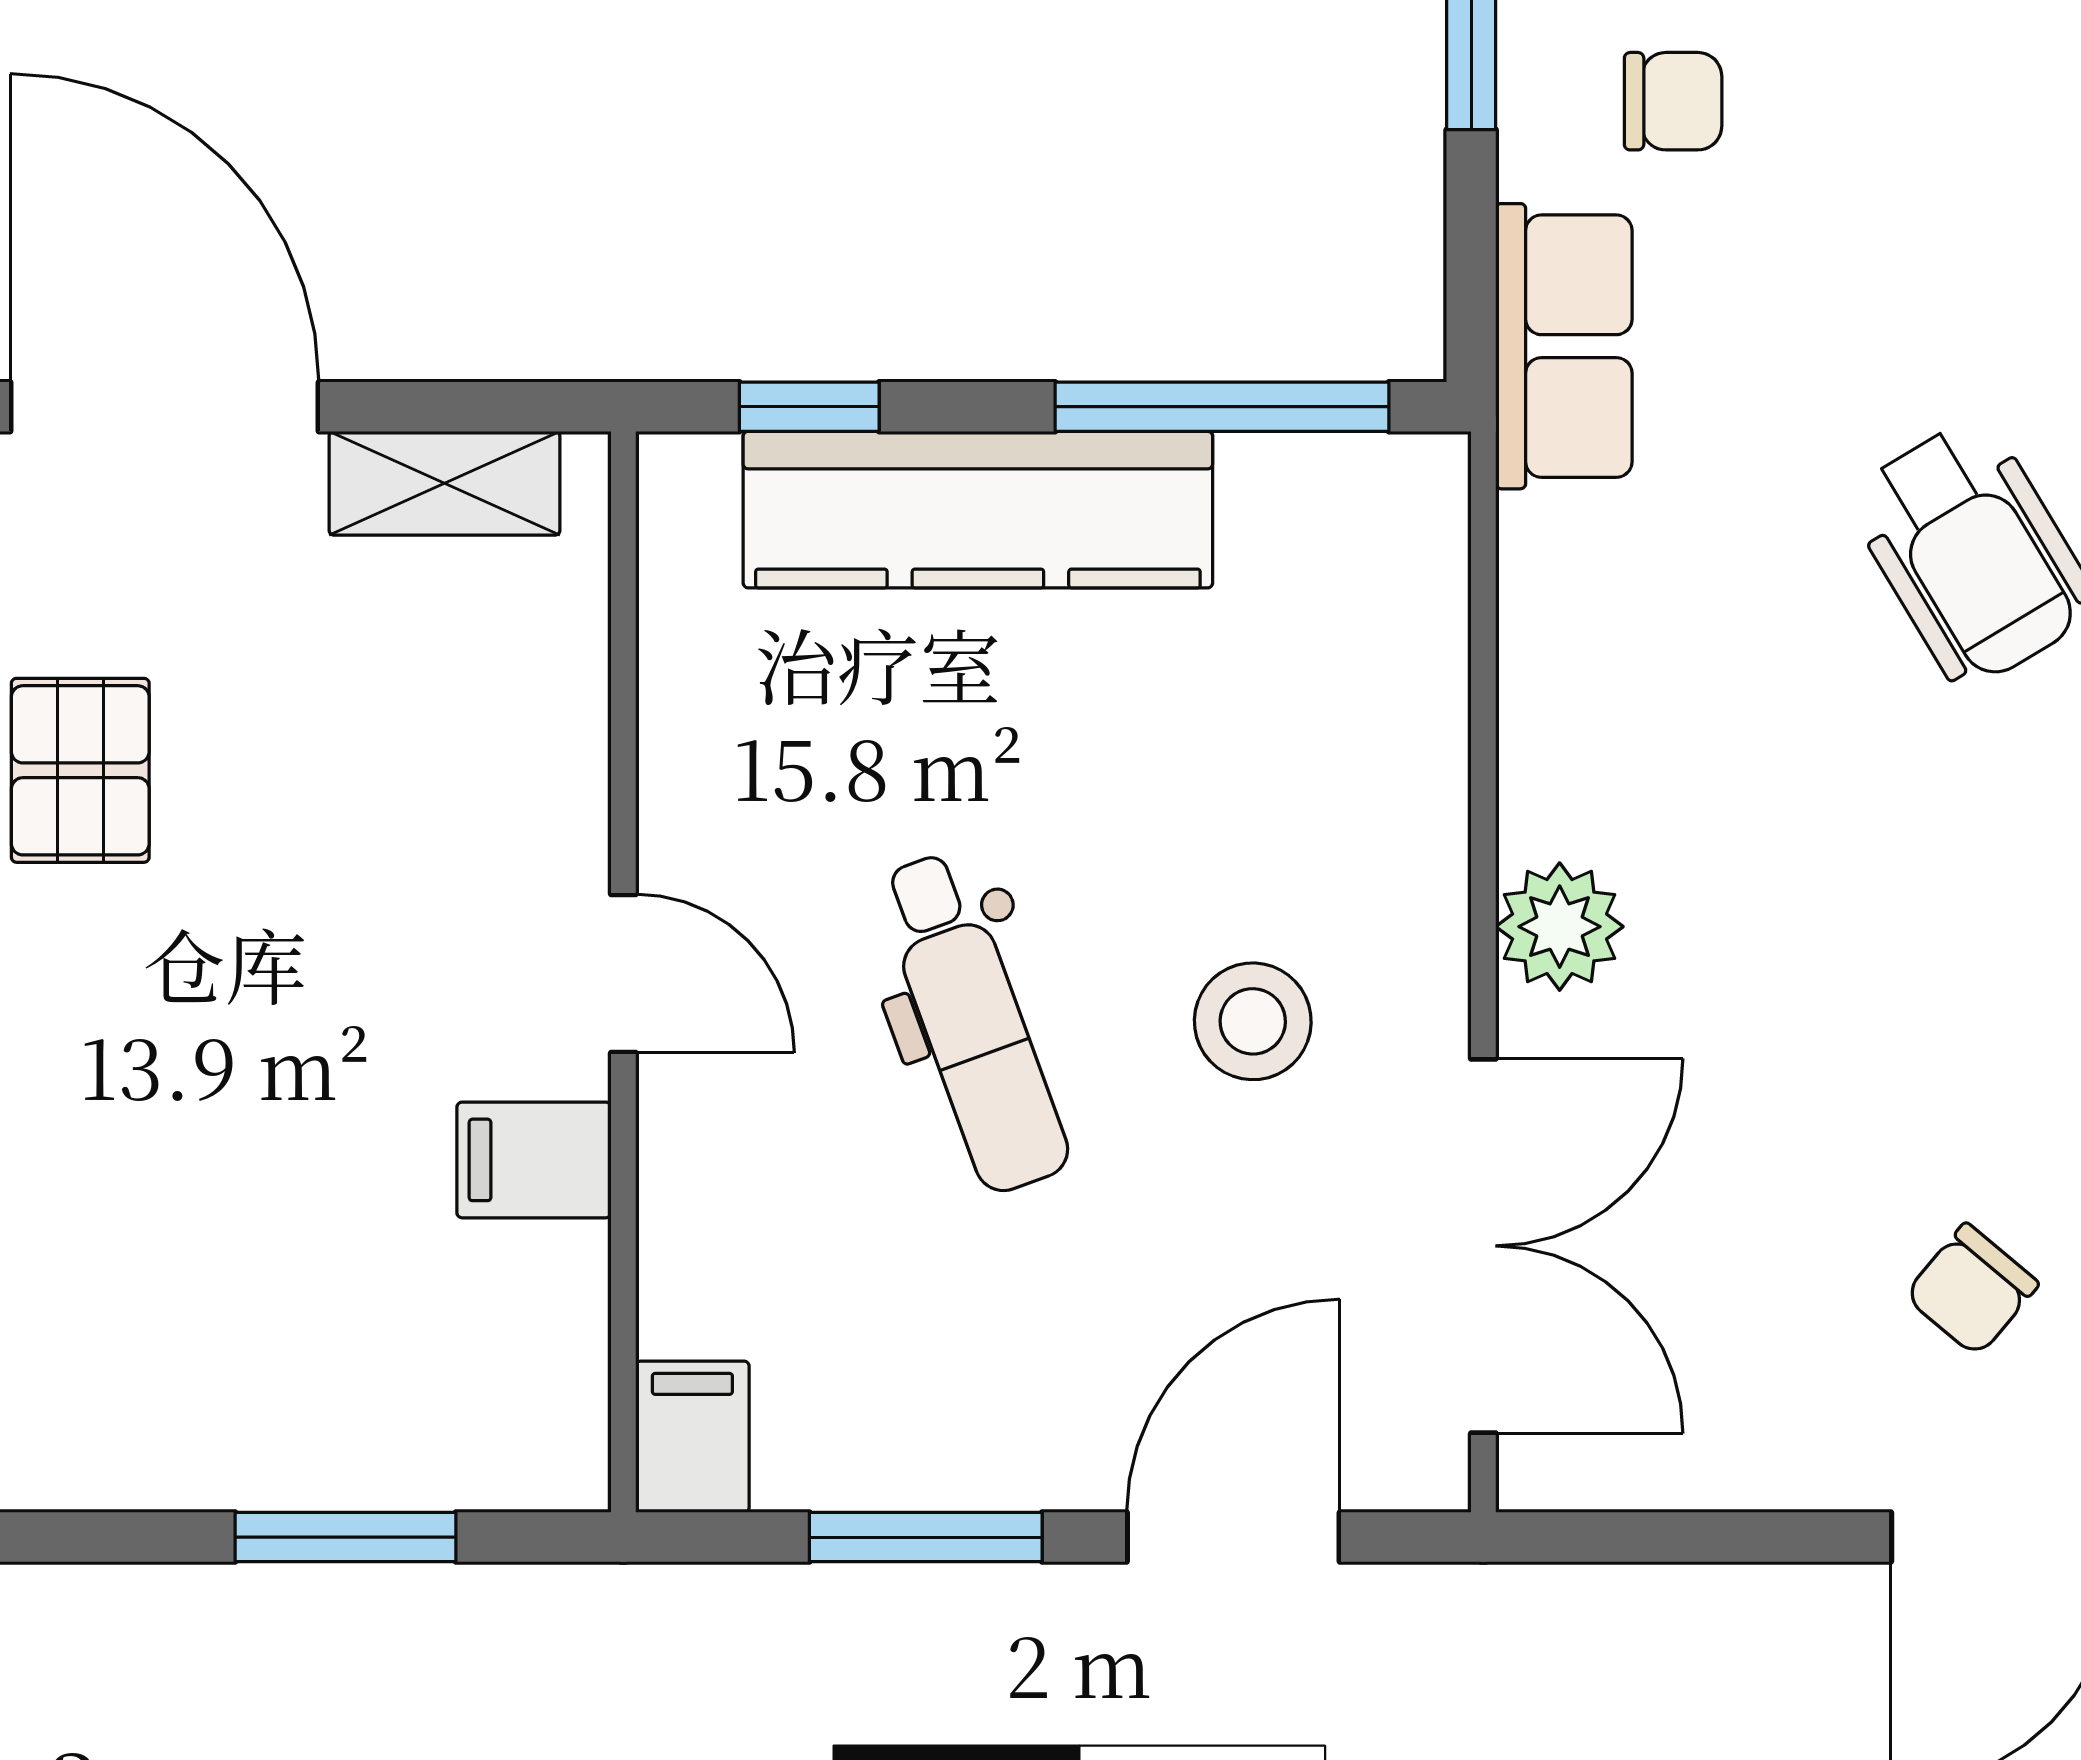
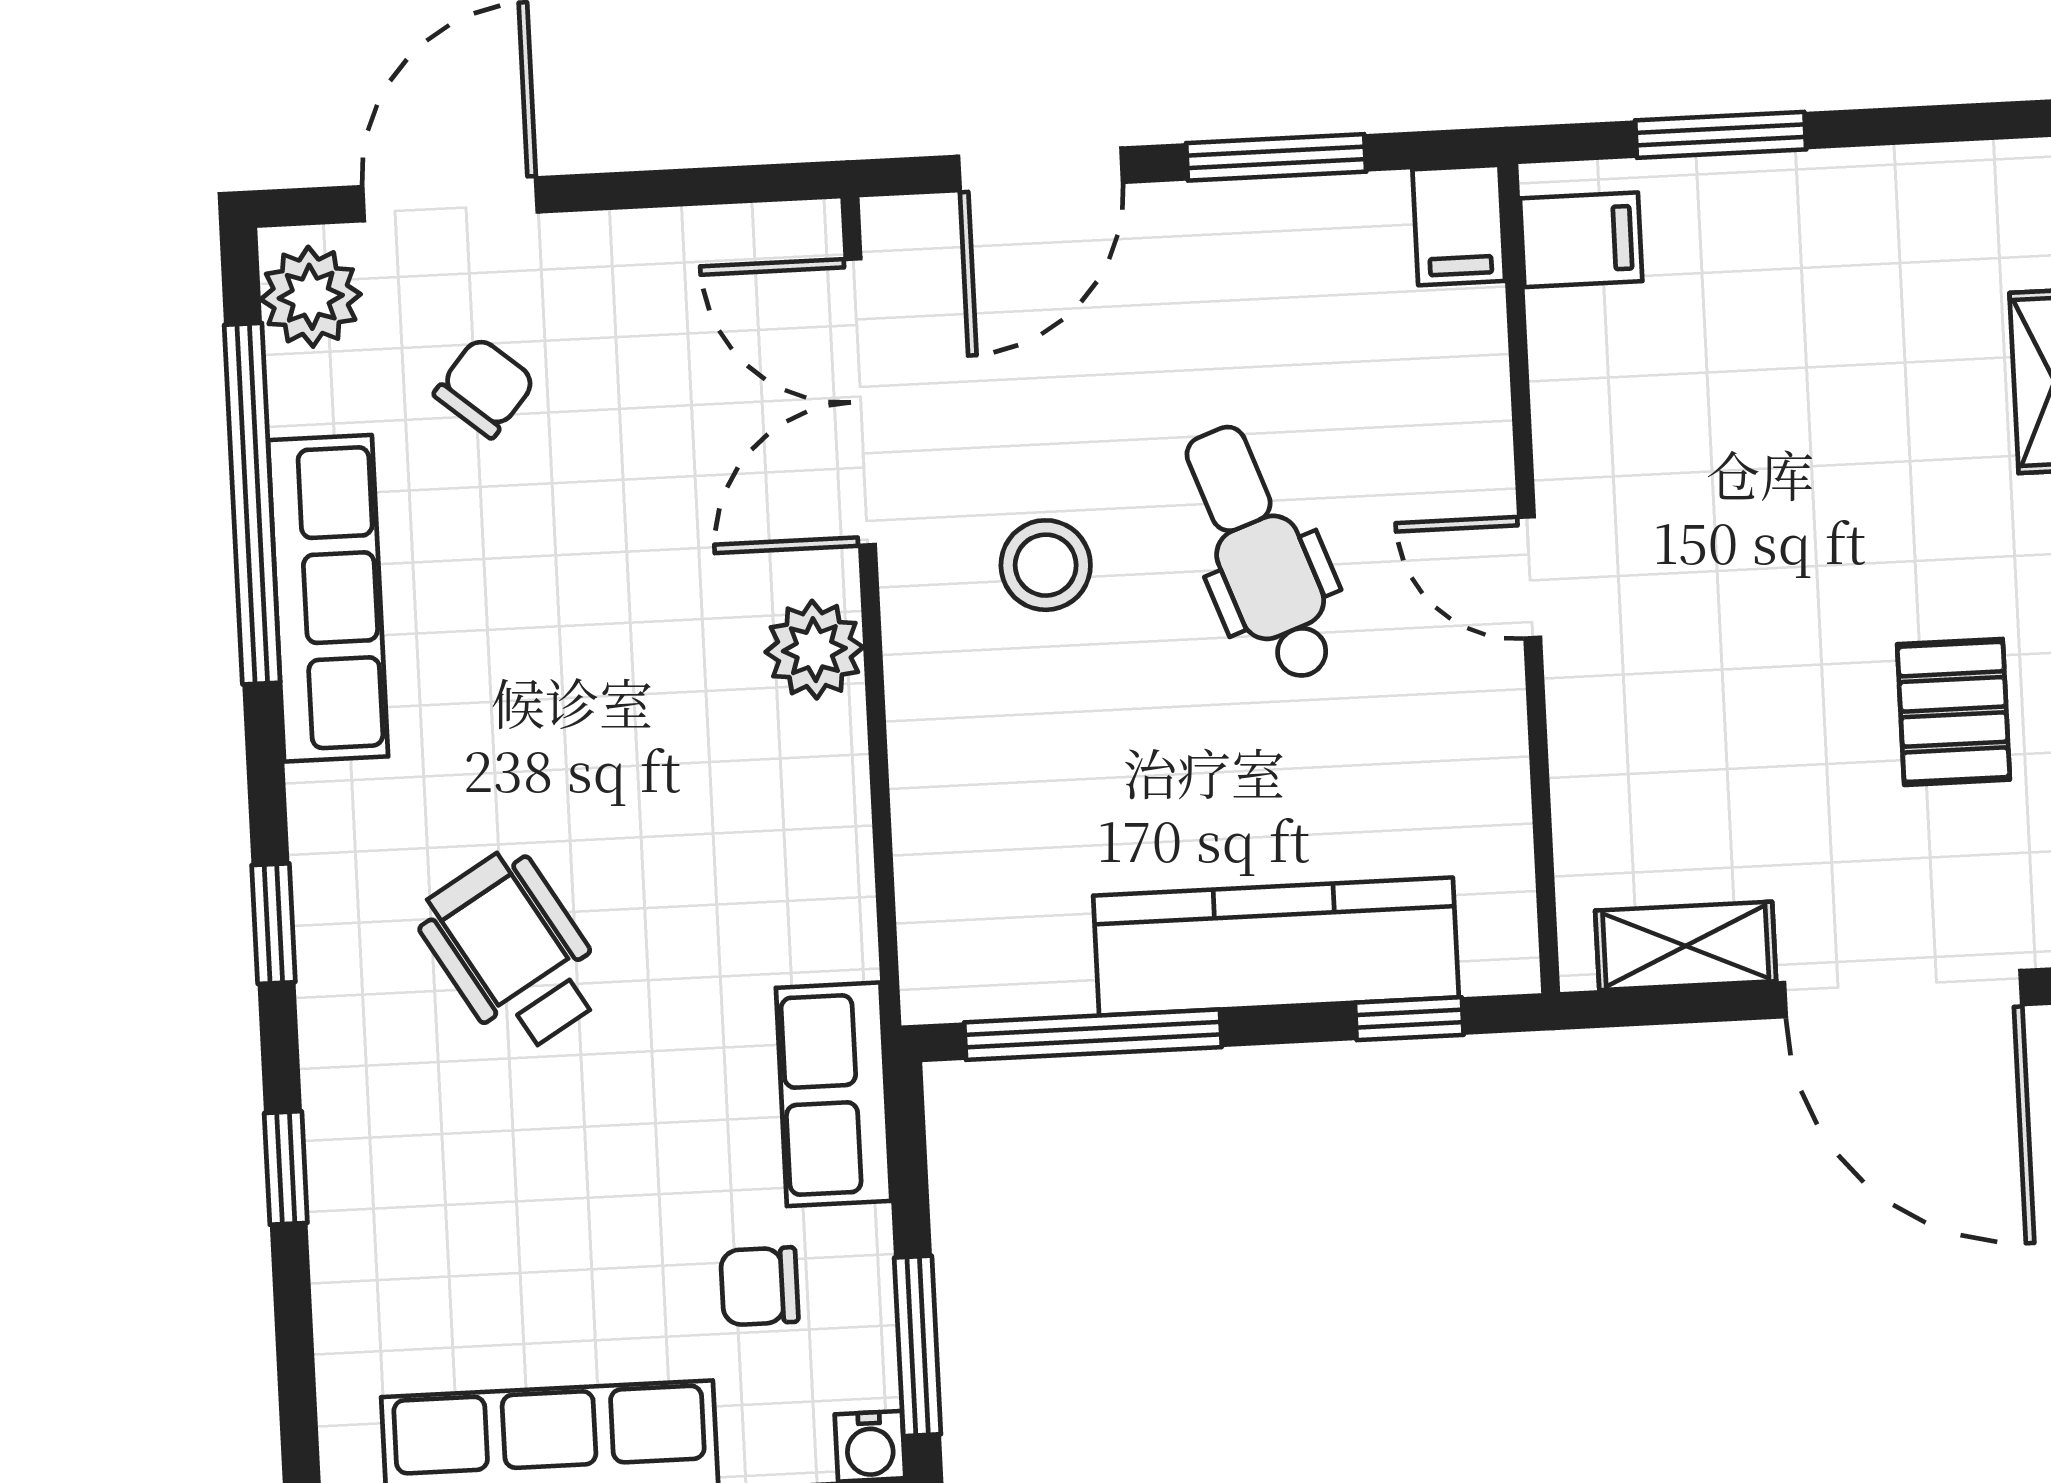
filing cabinet: (534, 1160) -> (1581, 240), moved

